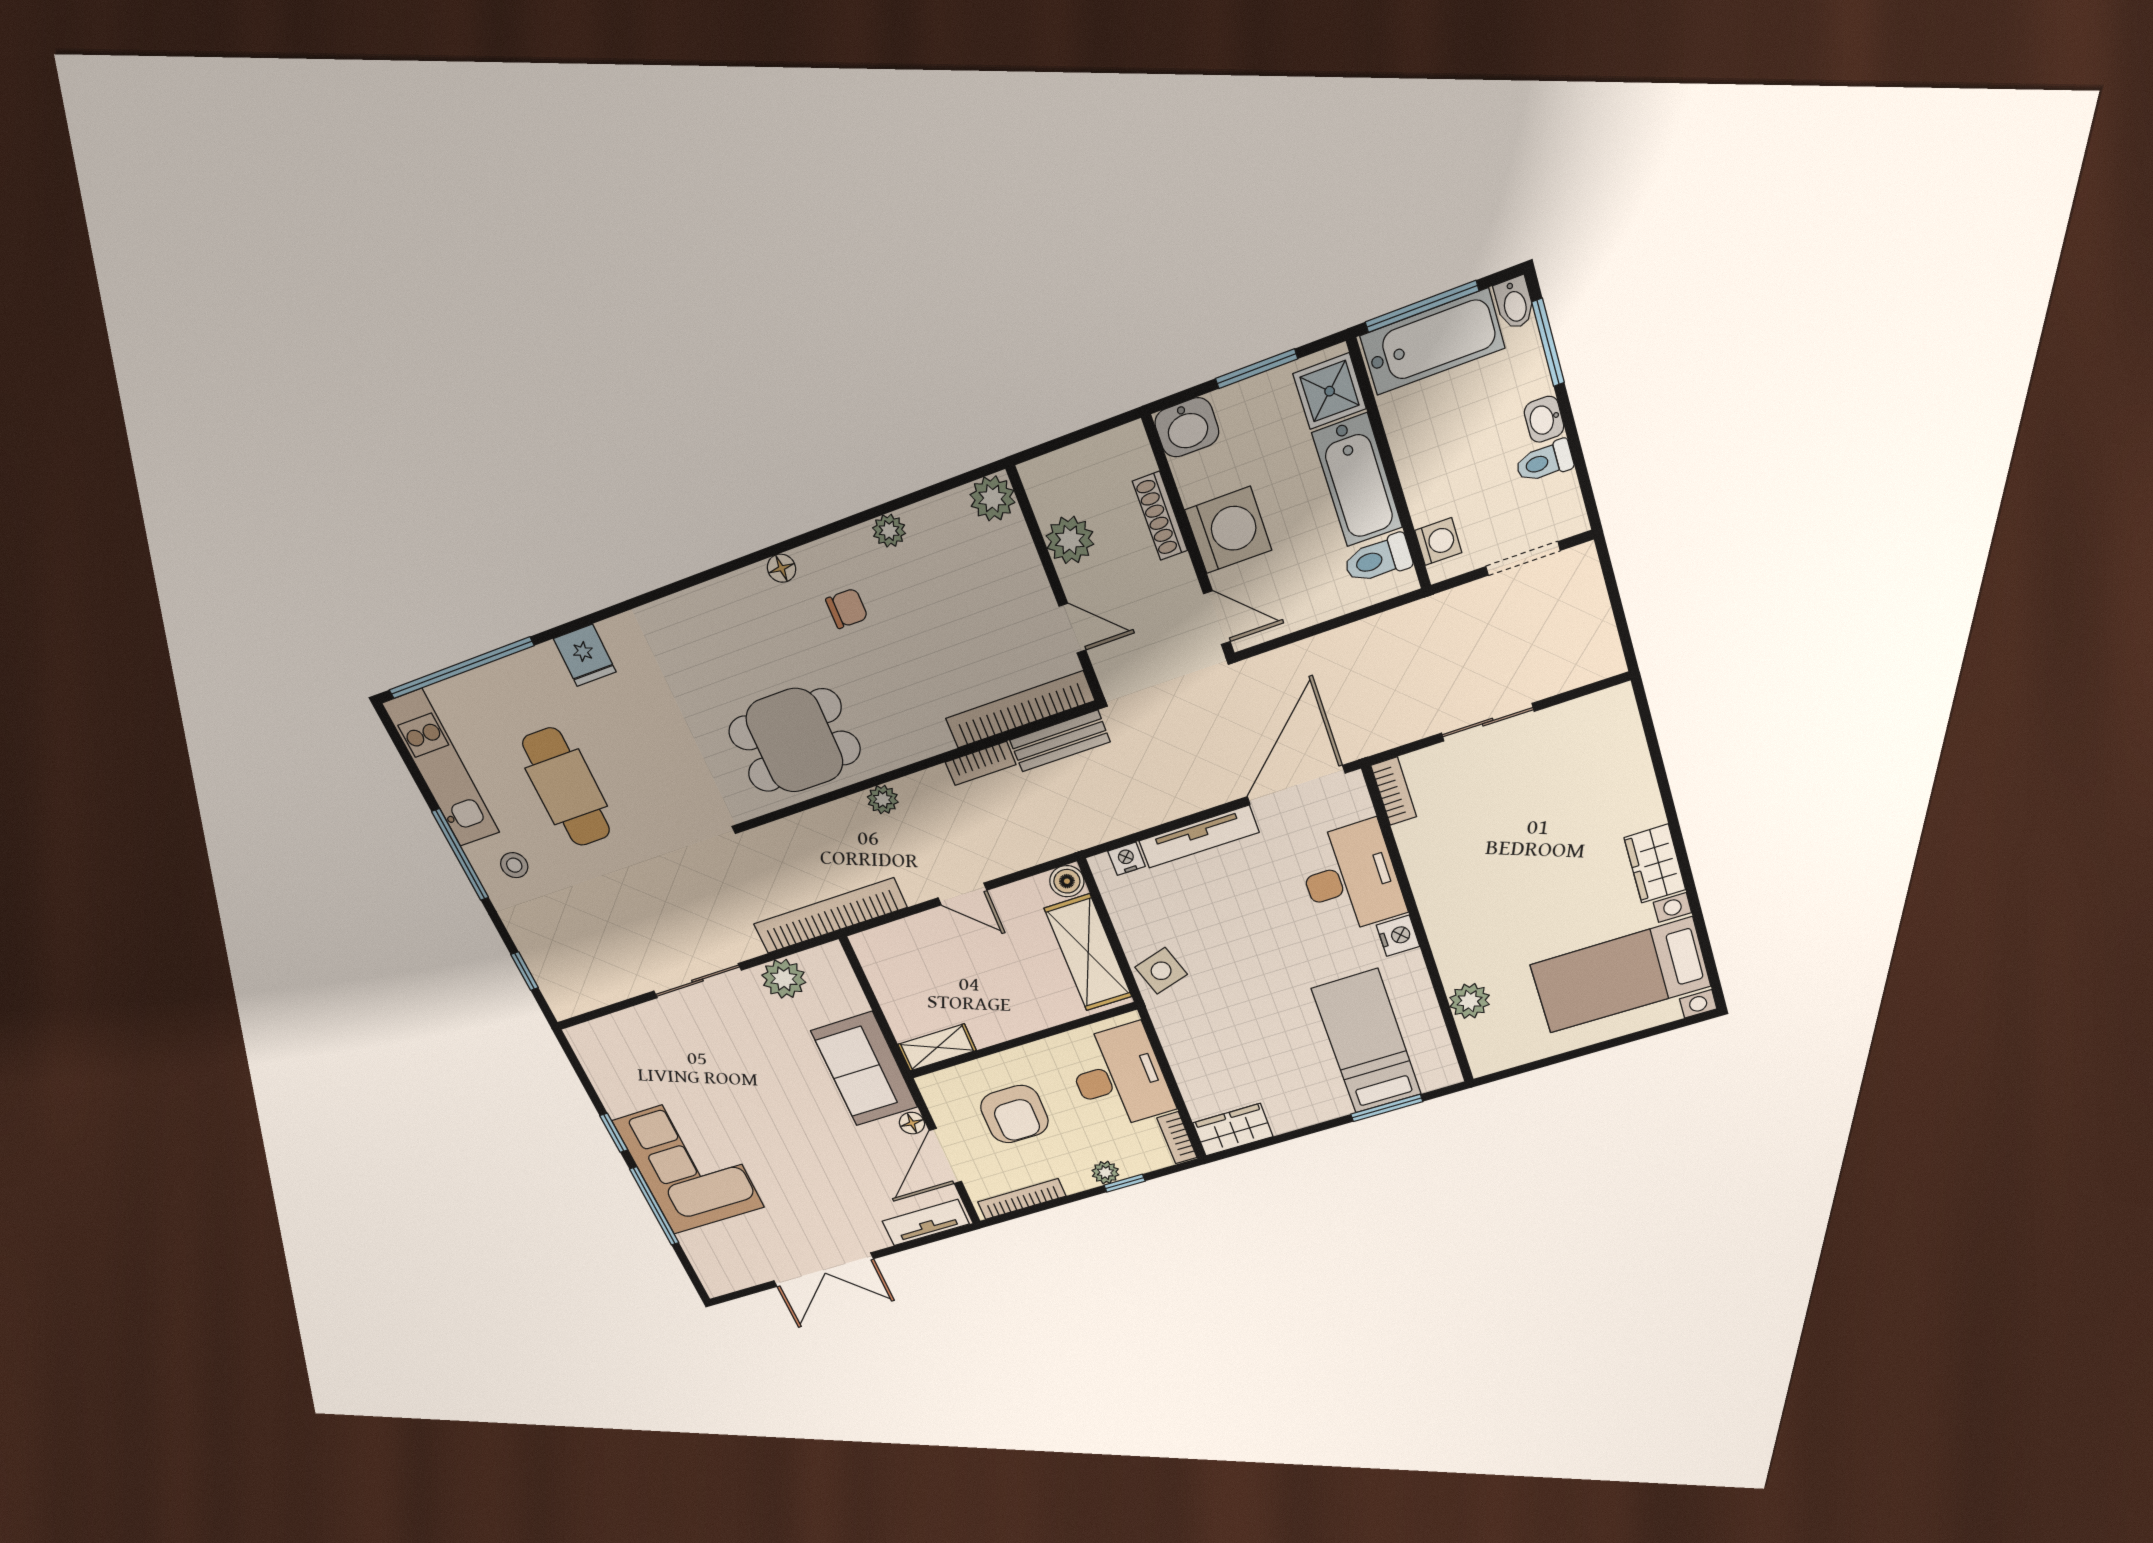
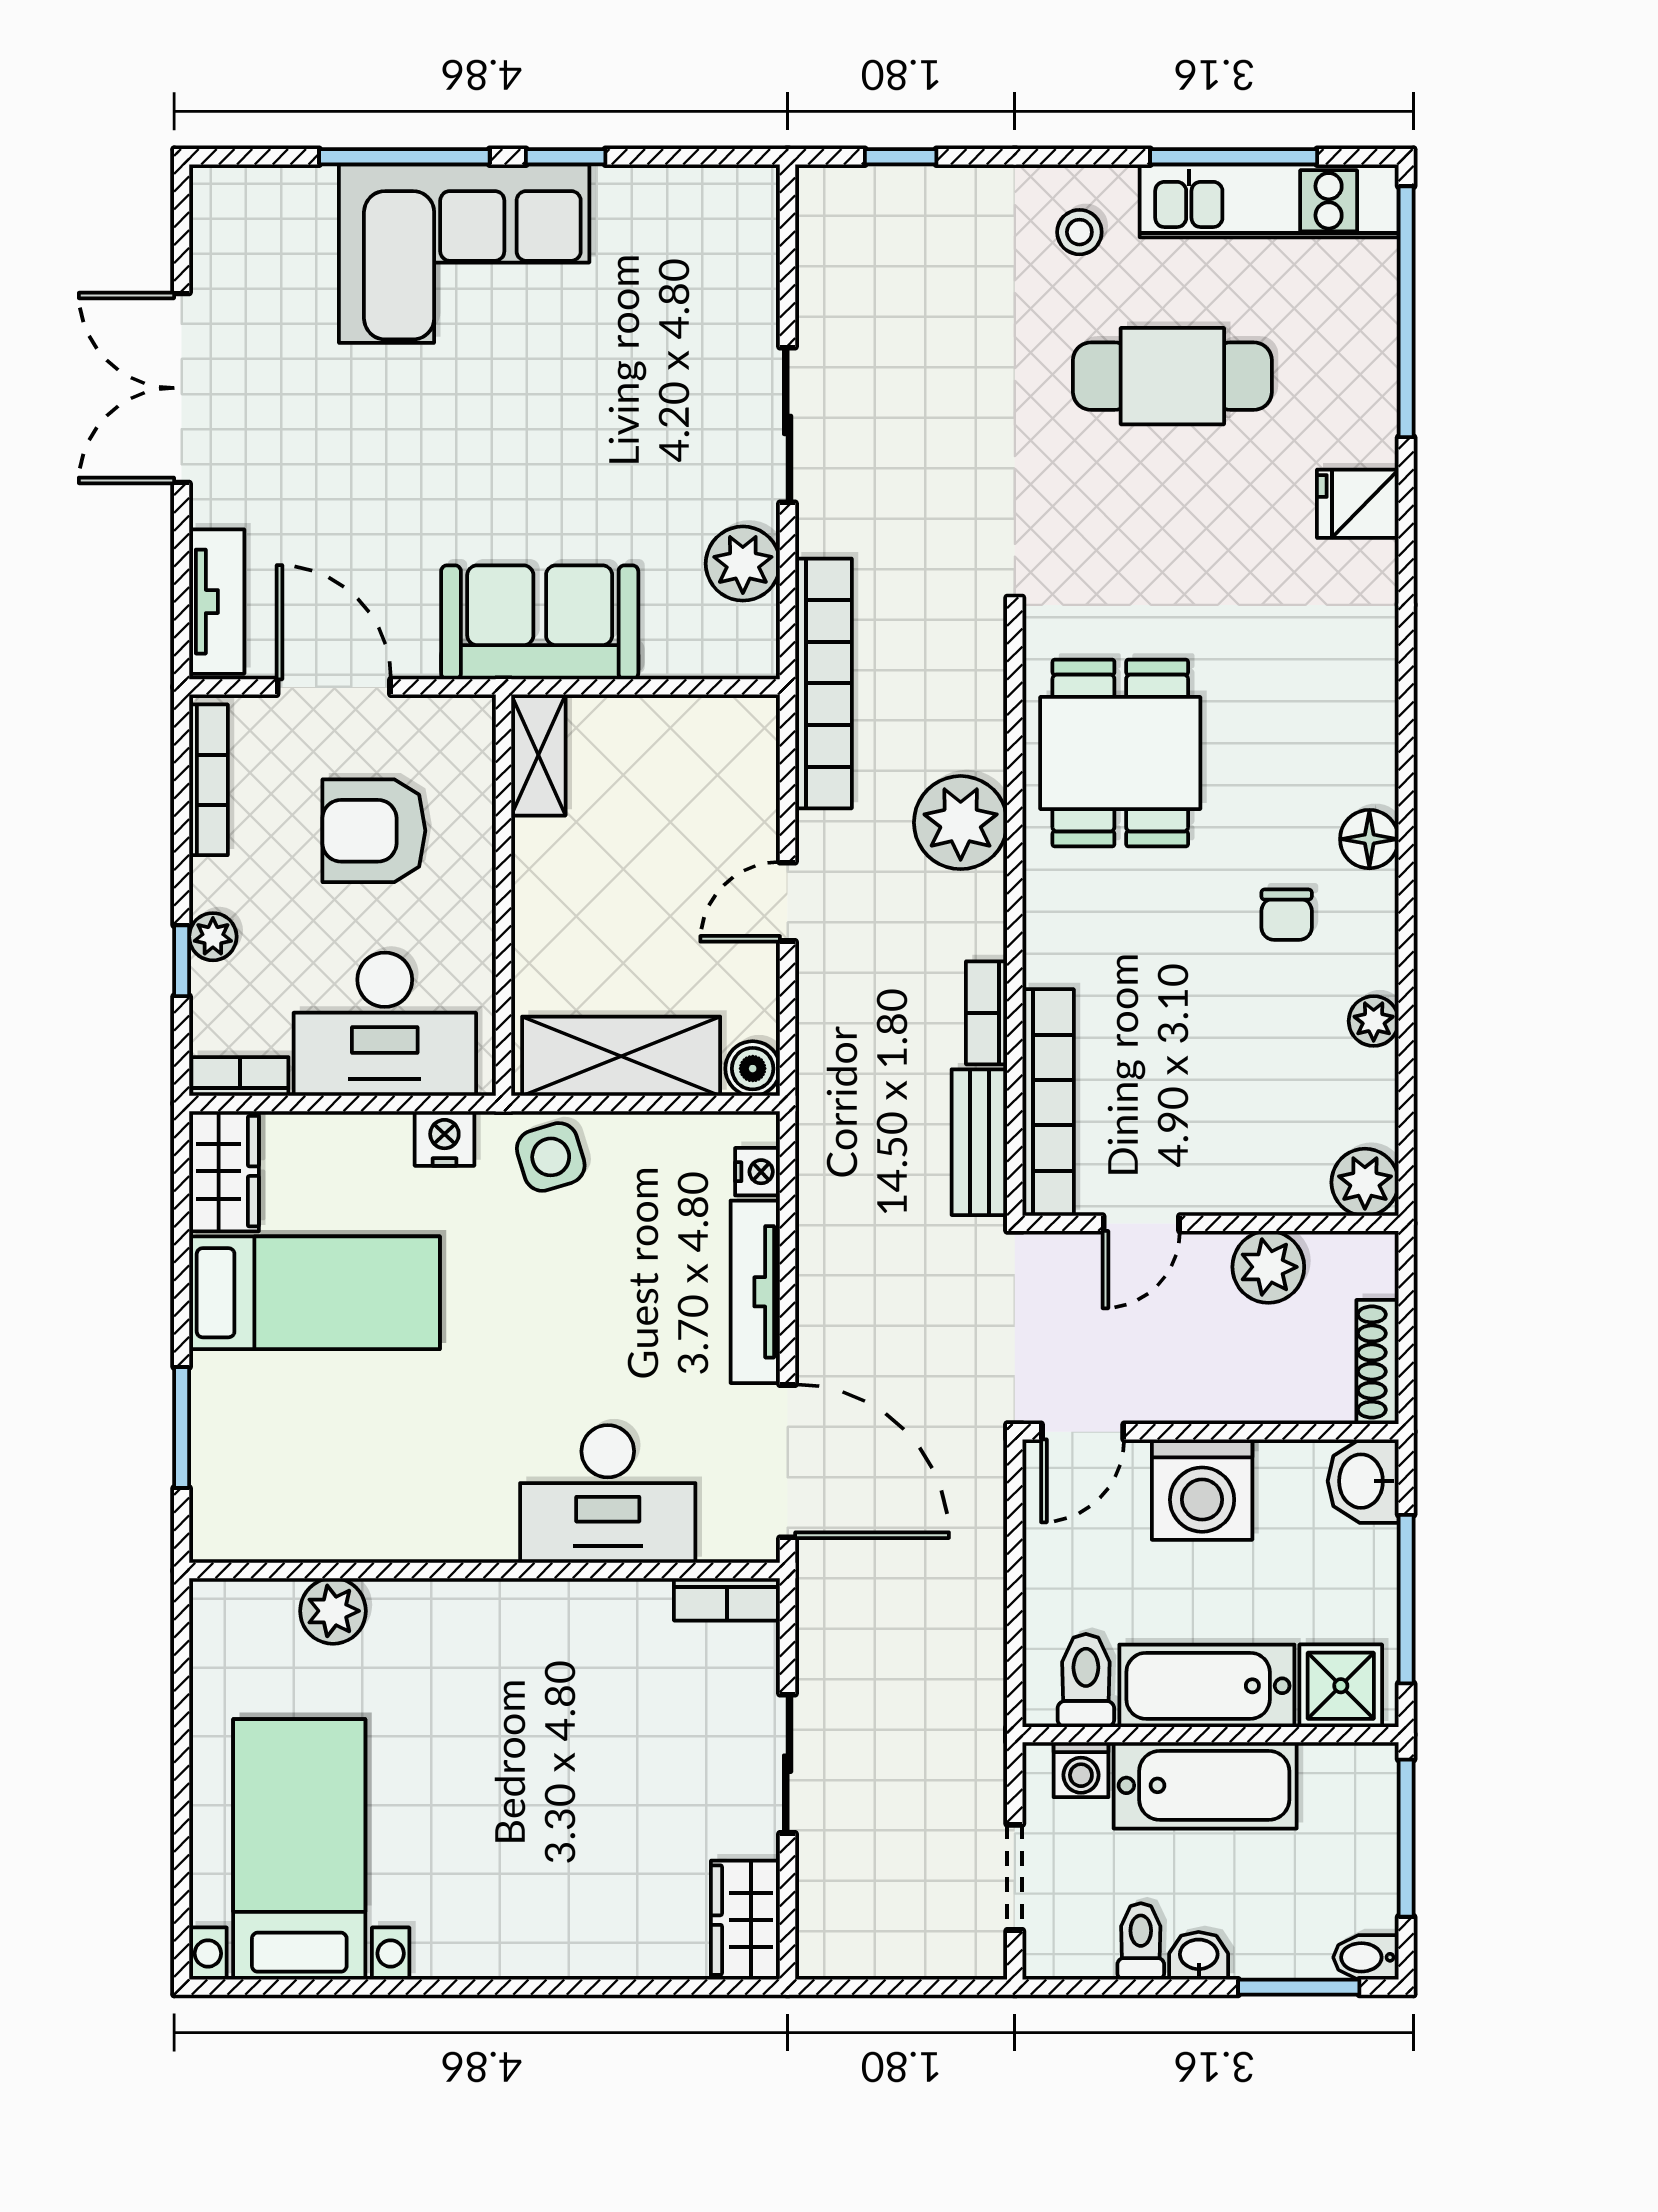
bathtub: (1432, 342) -> (1205, 1785), moved, turned -90
window: (1256, 369) -> (1406, 1599), width x1.44
shoe rack: (1160, 516) -> (1377, 1362), moved, turned -90
floor lamp: (782, 568) -> (1369, 839), width x1.37, depth x1.37
plant: (883, 800) -> (961, 823), width x1.88, depth x1.88
window: (460, 855) -> (1234, 157), moved
wardrobe: (1655, 864) -> (745, 1920), moved, turned -90
nightstand: (1398, 936) -> (444, 1138), moved, turned 180
bed: (1367, 1042) -> (315, 1293), moved
floor lamp: (912, 1123) -> (414, 658), removed

